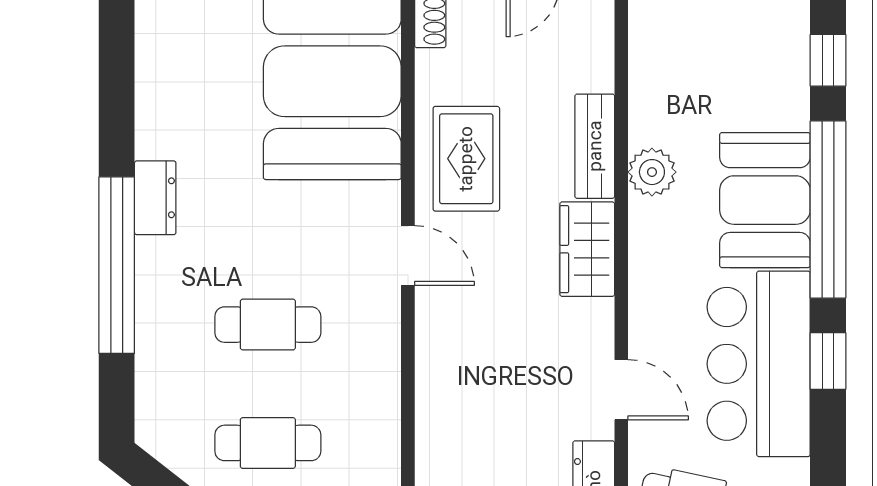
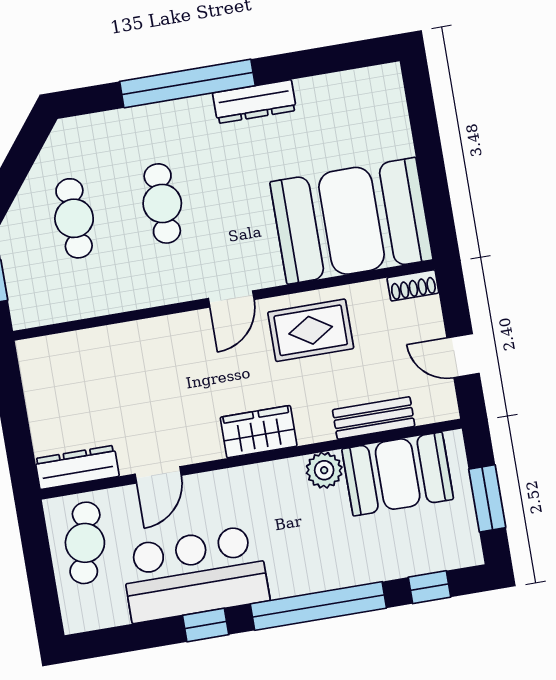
bench: (595, 146) -> (374, 418), moved
dresser: (155, 198) -> (254, 102), width x1.44
booth: (765, 200) -> (398, 474), moved

